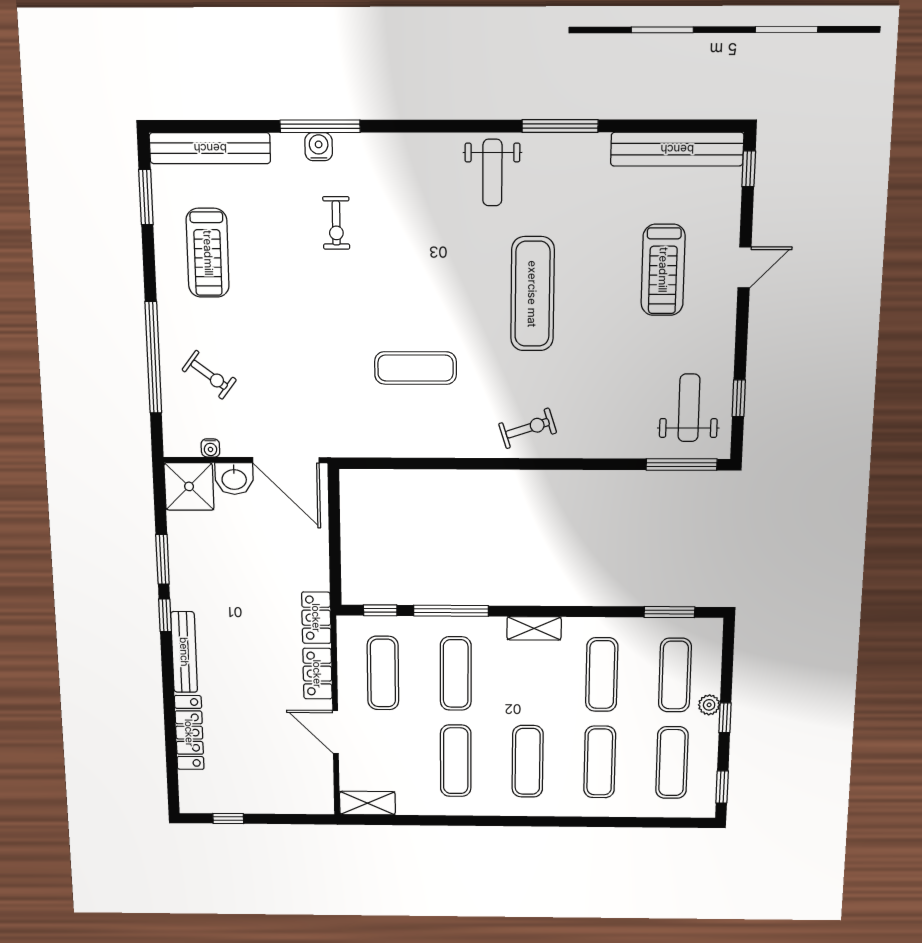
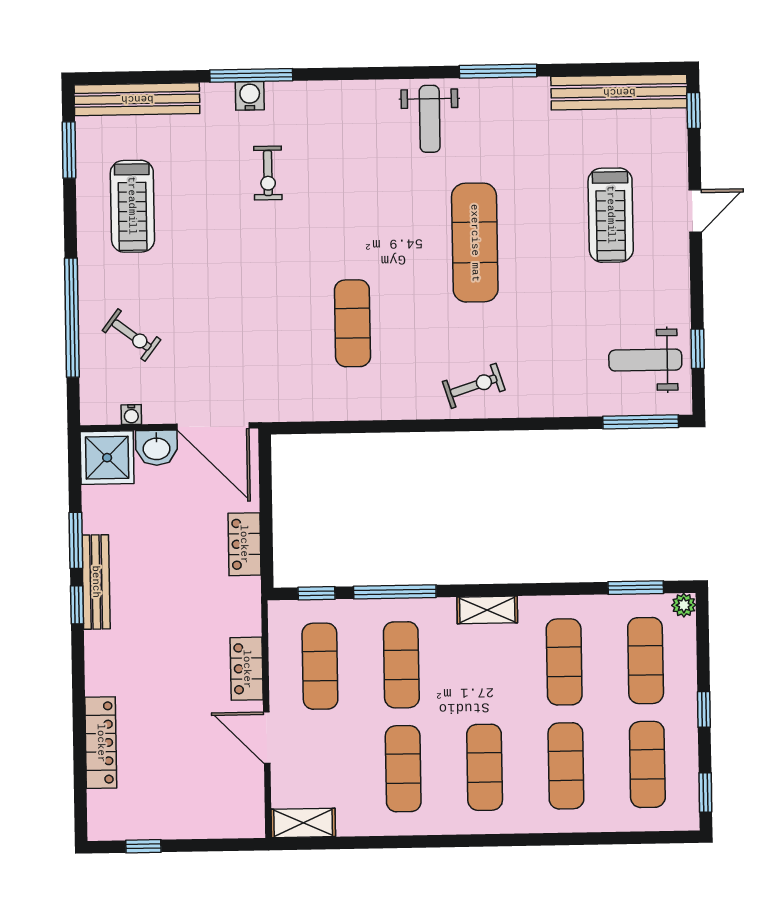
exercise mat: (415, 368) -> (352, 323), turned 90
weight bench: (689, 408) -> (645, 360), turned -90
locker: (316, 618) -> (244, 544), moved
bench: (184, 652) -> (96, 582), moved
plant: (709, 705) -> (684, 605), moved

